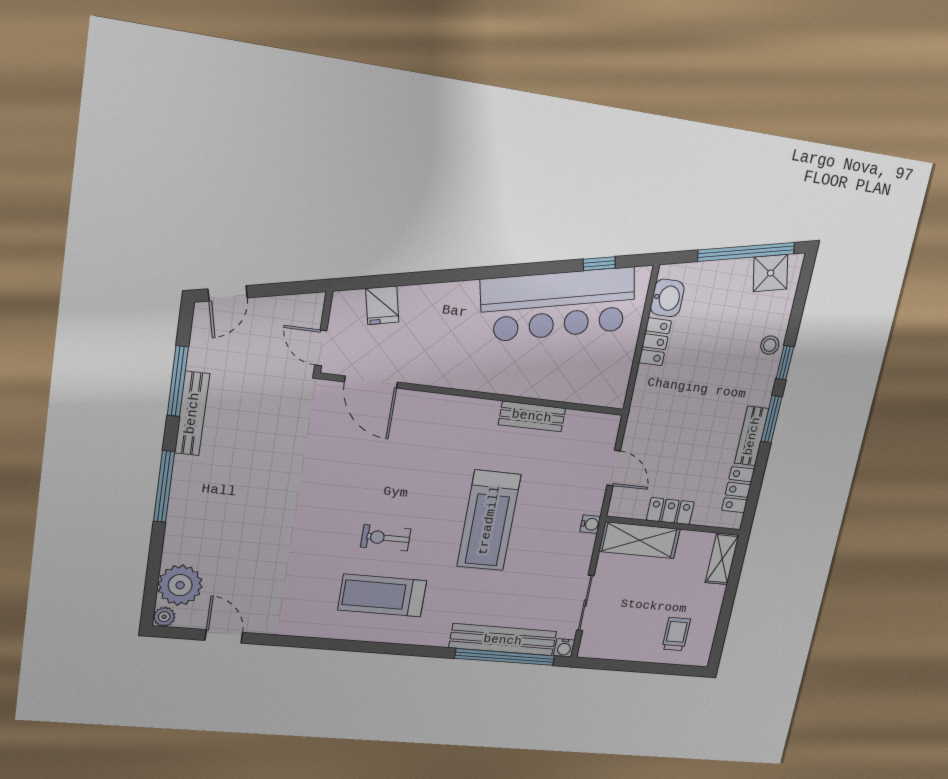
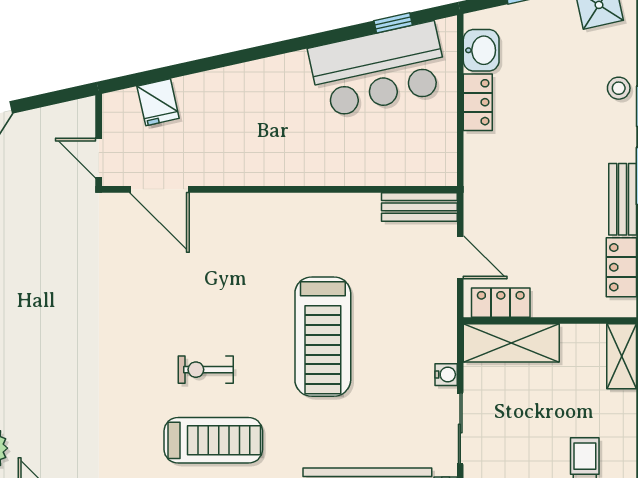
bar counter: (558, 304) -> (378, 70), width x0.73
bench: (532, 416) -> (419, 207), moved
locker: (670, 511) -> (501, 303), moved
water cooler: (590, 524) -> (446, 375), moved
treadmill: (382, 595) -> (213, 440), turned 180

